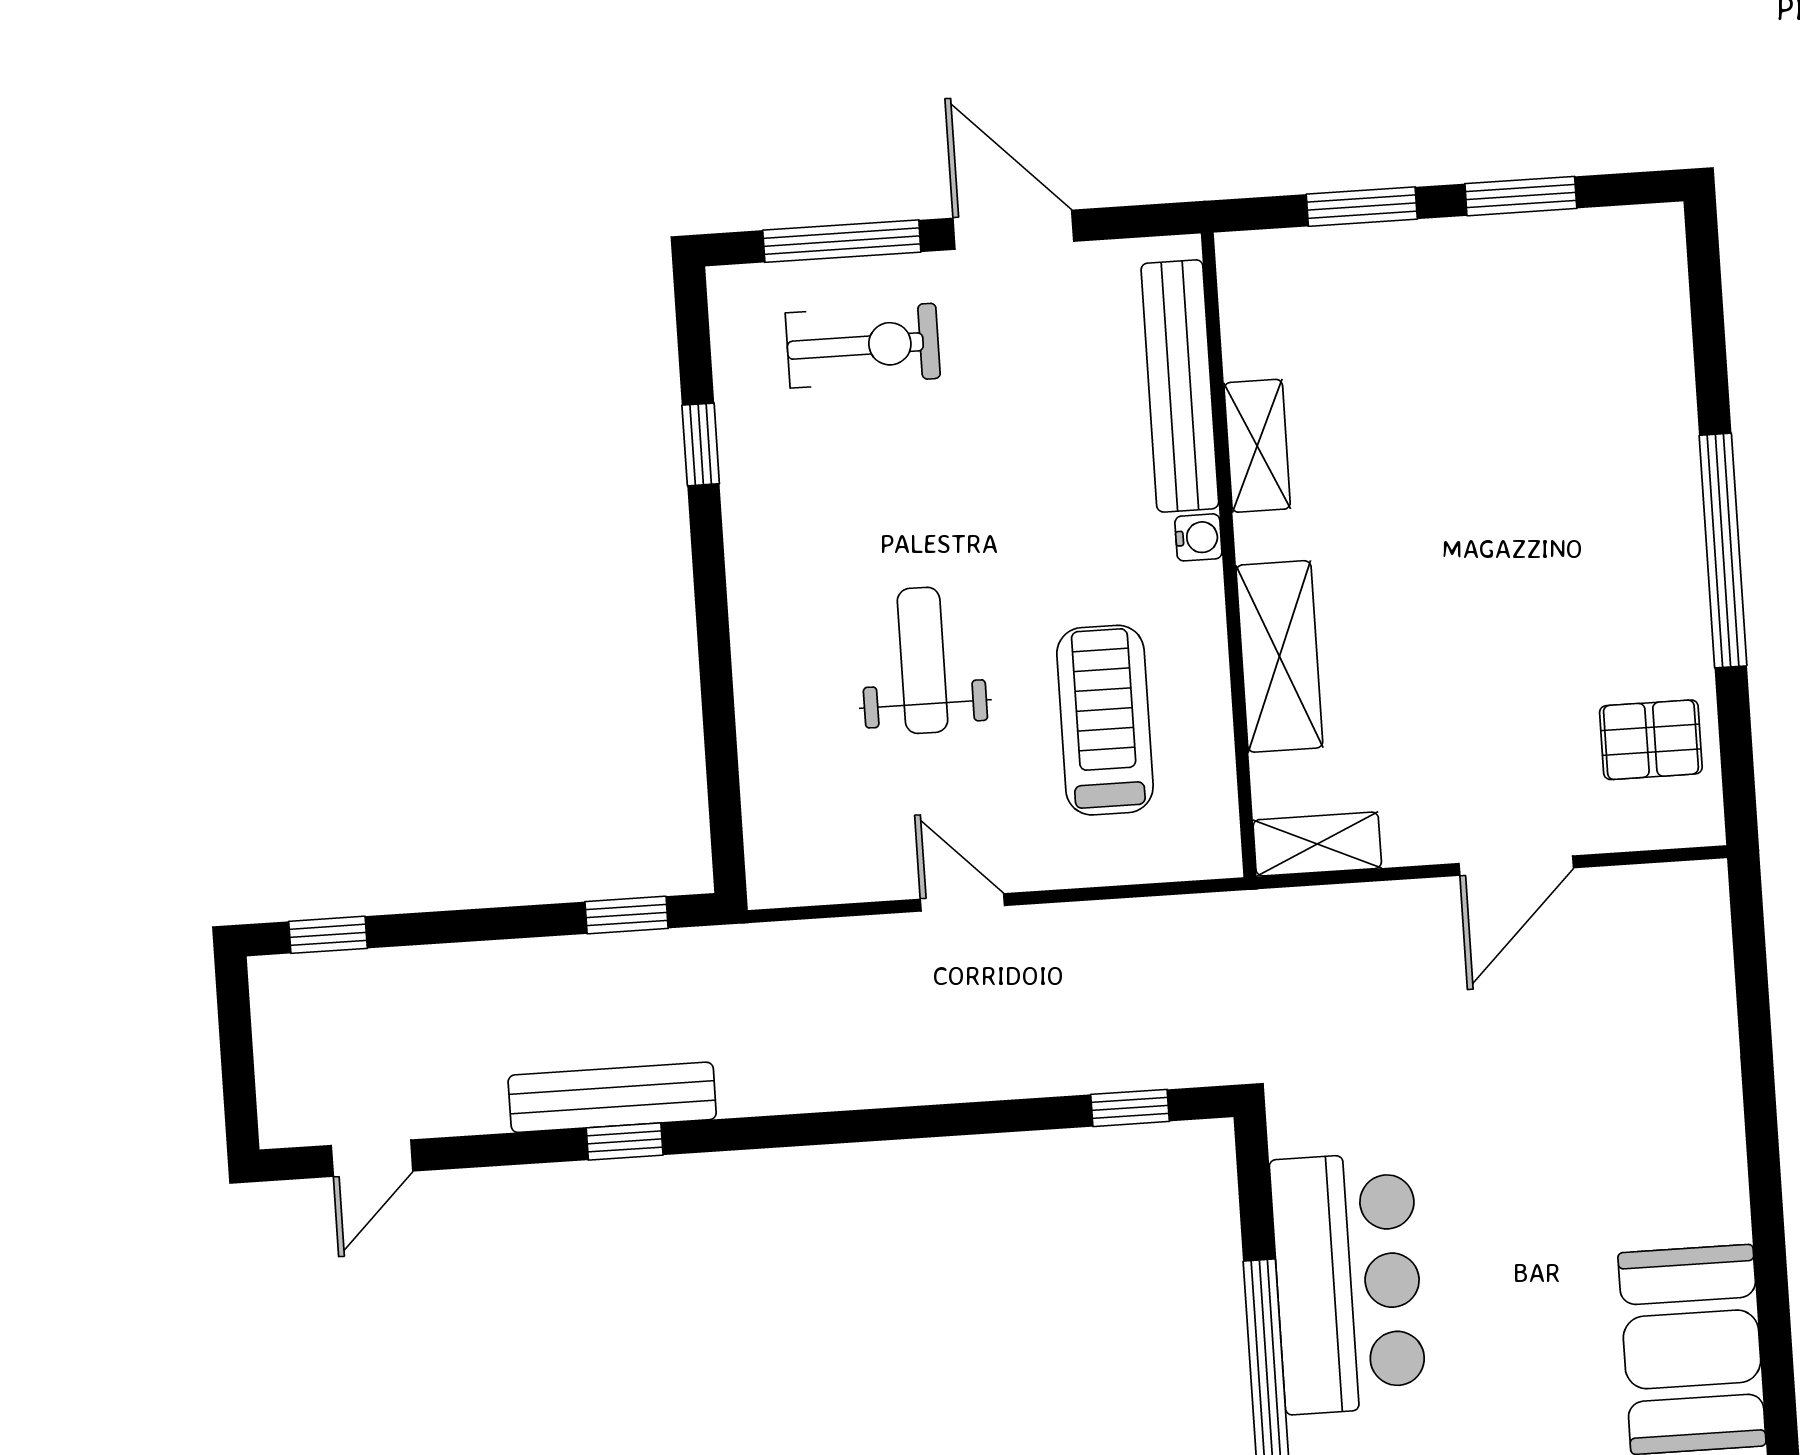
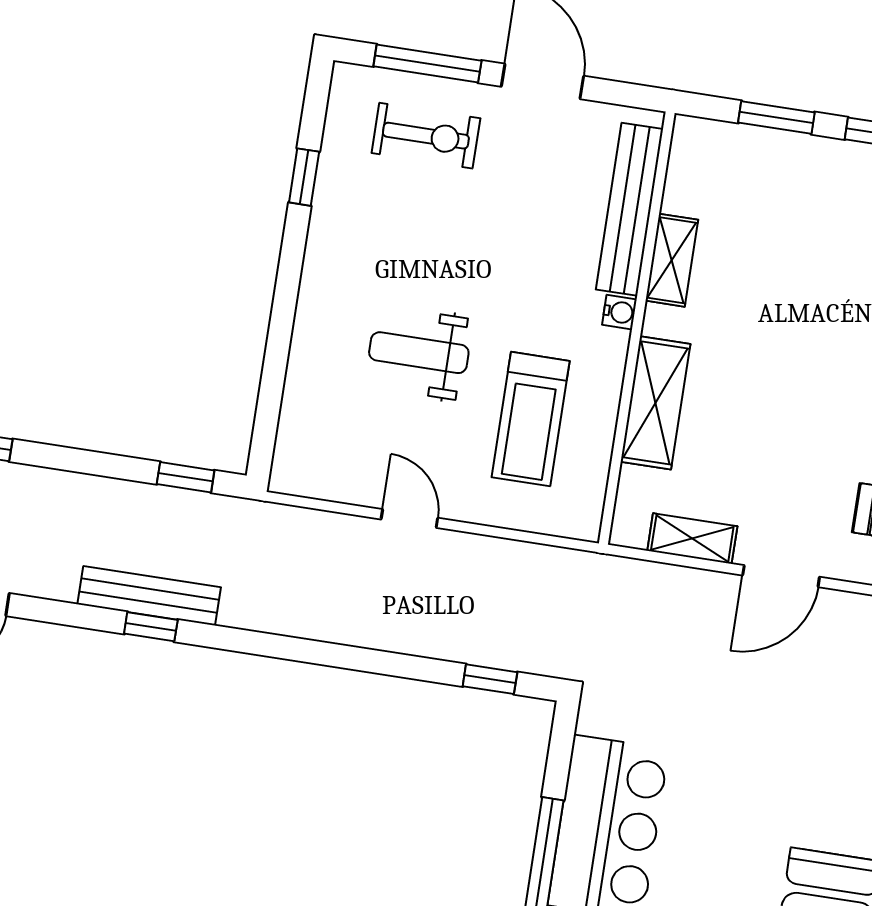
weight bench: (923, 660) -> (419, 353), turned -90
treadmill: (1105, 720) -> (531, 419), turned 180
shelving: (1317, 844) -> (692, 539), moved

